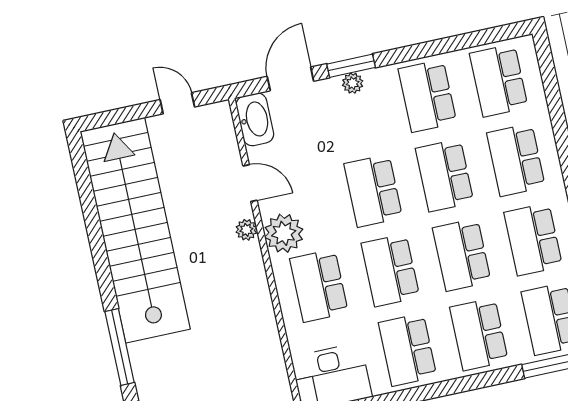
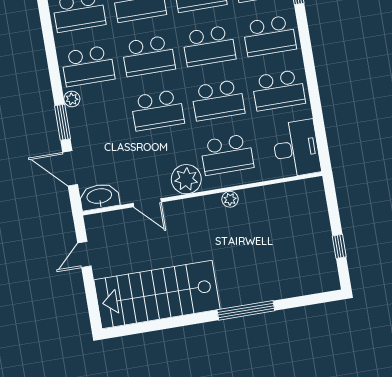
plant: (353, 83) -> (72, 99), moved
door: (250, 183) -> (147, 203), swing flipped
stairs: (135, 230) -> (157, 295), width x0.73
plant: (246, 230) -> (230, 199), moved
window: (120, 347) -> (246, 310), moved

